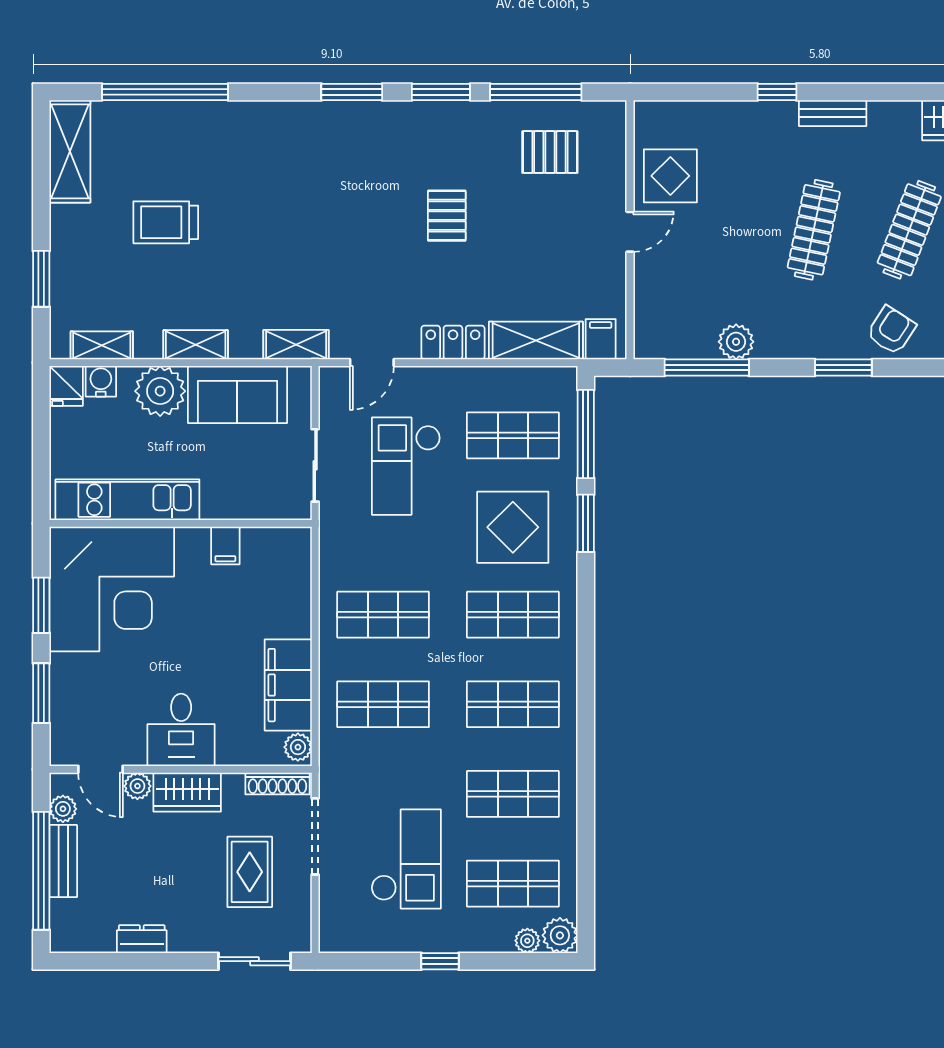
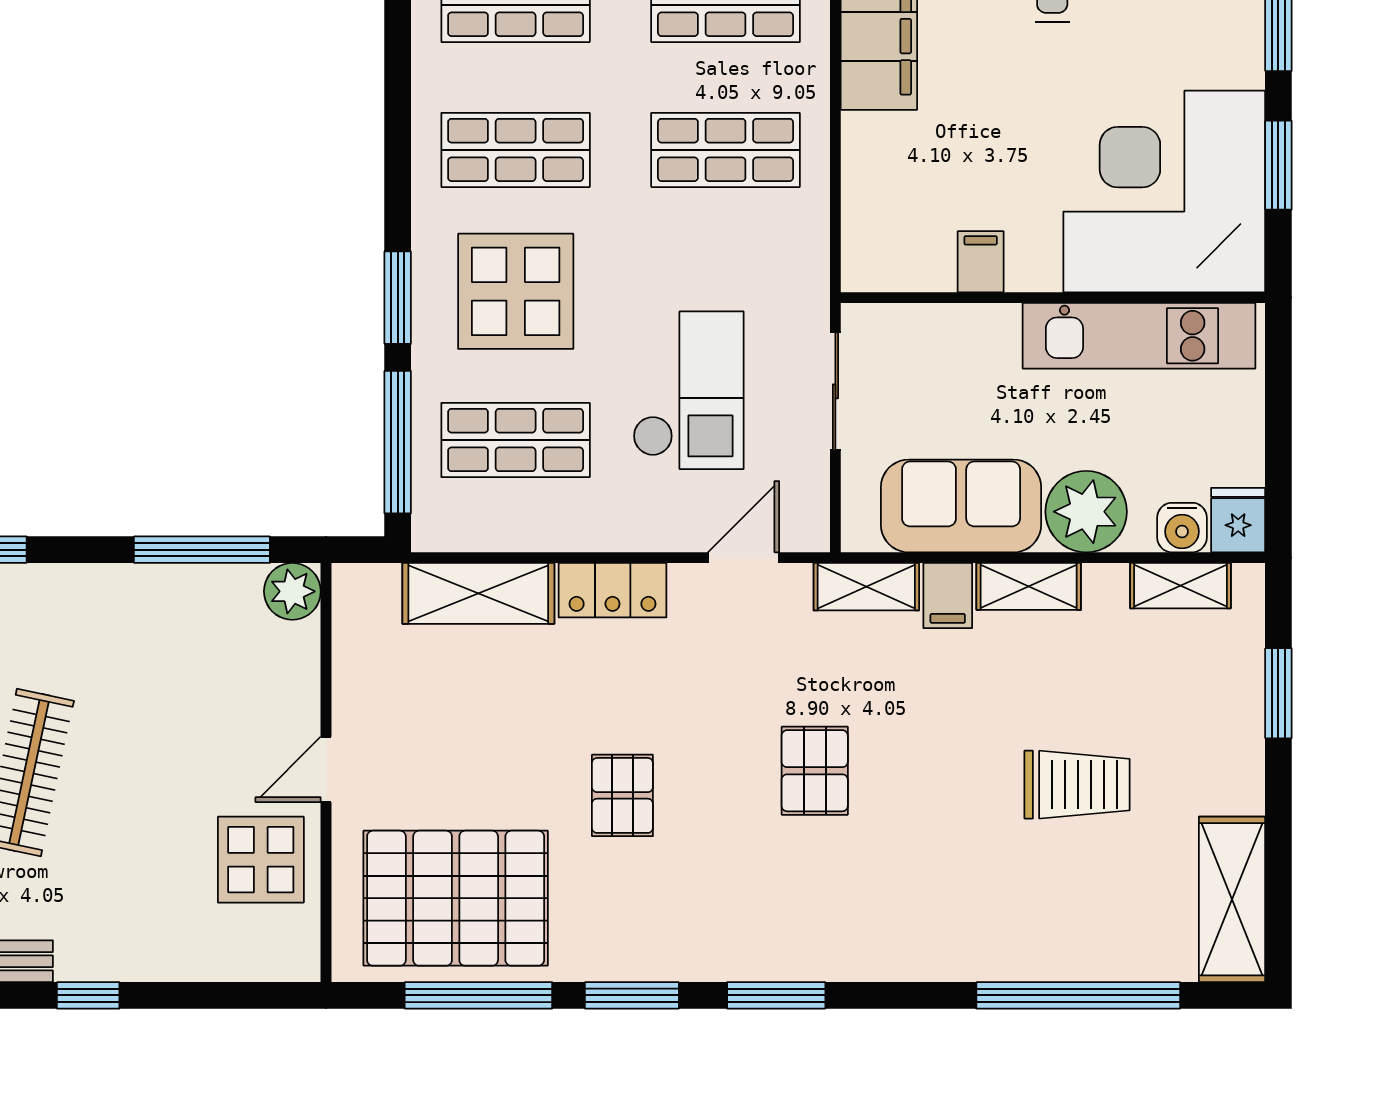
pallet: (550, 152) -> (456, 898), width x2.05, depth x2.00
pallet: (328, 231) -> (815, 771), added
filing cabinet: (601, 339) -> (948, 596), moved
plant: (736, 342) -> (292, 591), moved

